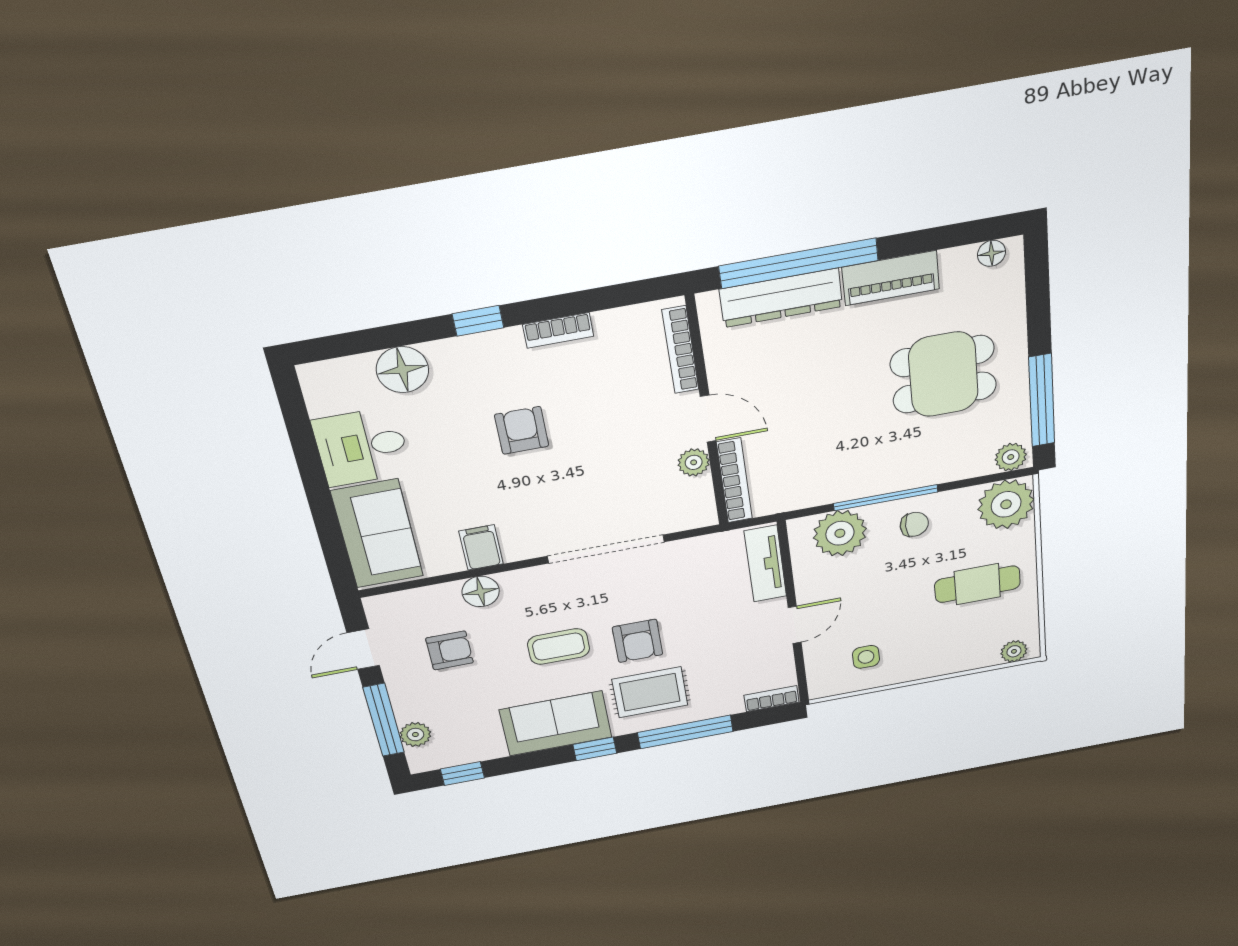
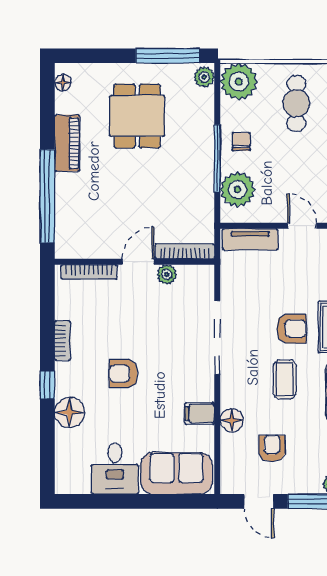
dresser: (781, 298) -> (67, 209), removed
floor lamp: (402, 370) -> (70, 412), moved

